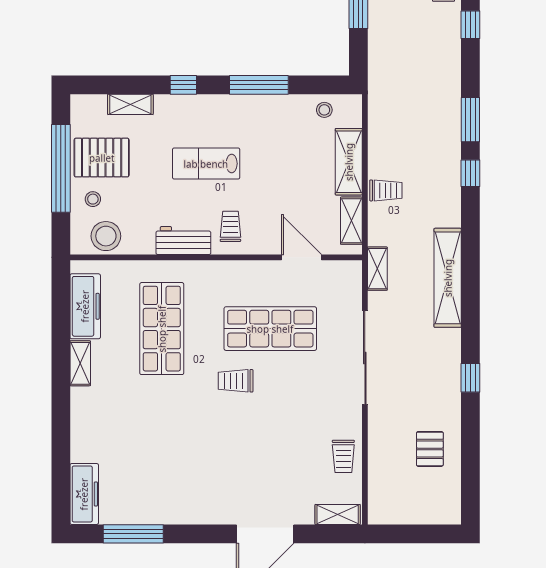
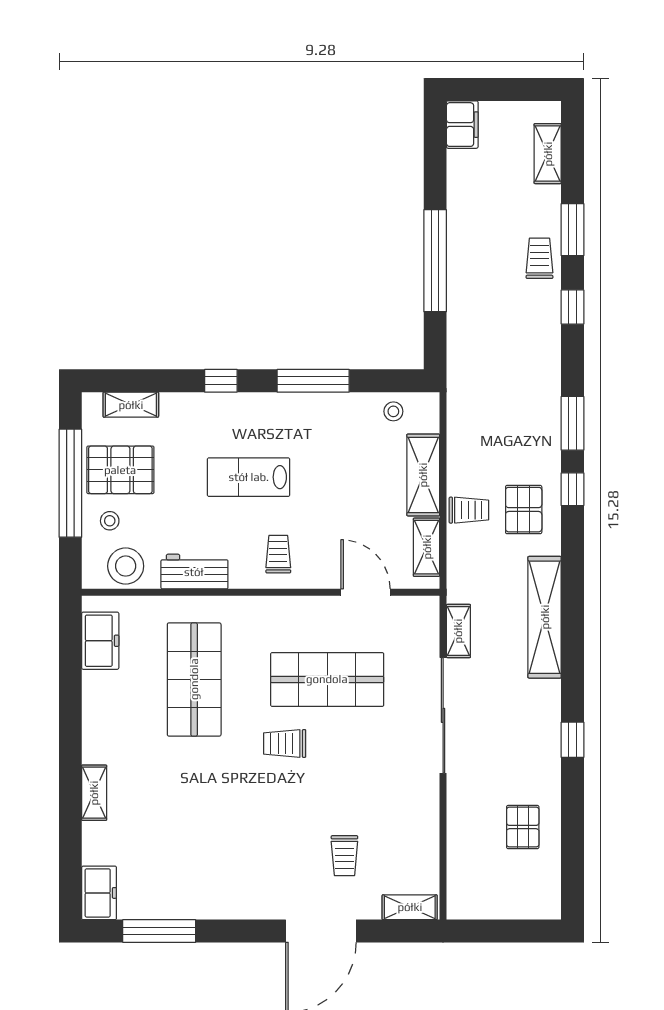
shelving: (130, 104) -> (131, 405), moved
pallet: (431, 190) -> (524, 510), added
workbench: (183, 241) -> (194, 572), moved
shelving: (377, 269) -> (458, 631), moved
freezer: (85, 306) -> (100, 641), width x0.71
shelving: (80, 363) -> (94, 793), moved
trolley: (343, 456) -> (344, 856), moved
freezer: (84, 494) -> (99, 893), width x0.71

